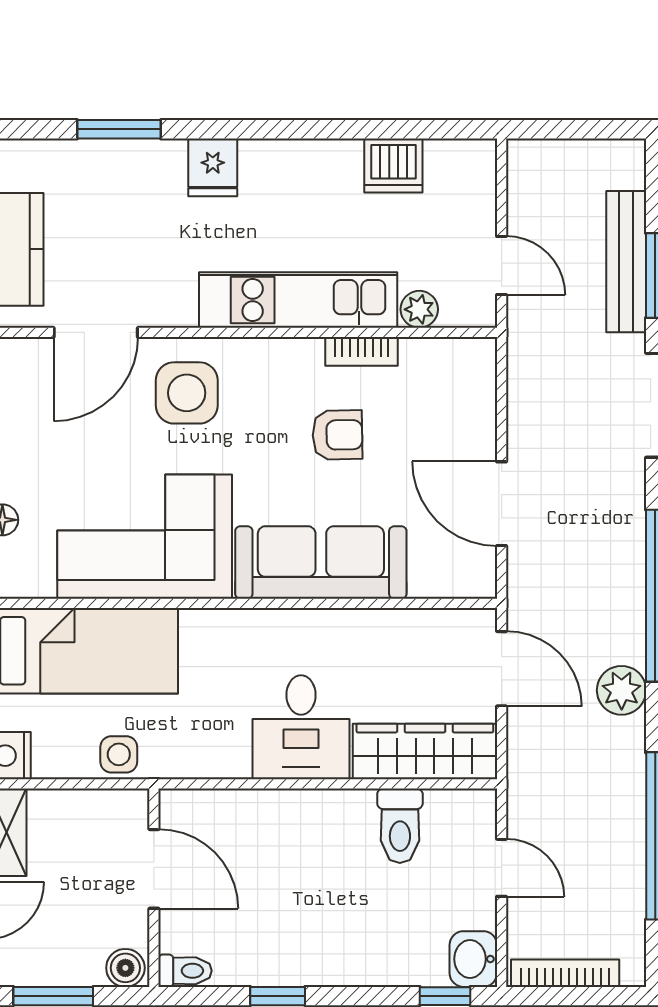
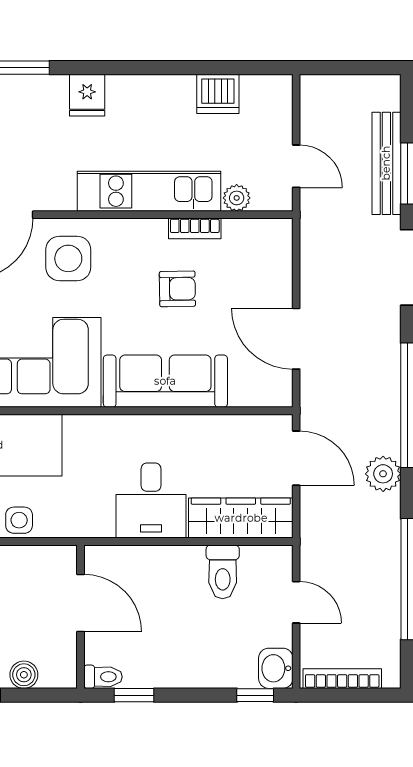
door: (154, 869) -> (80, 603), moved
wall: (154, 888) -> (80, 617), moved
toilet: (185, 971) -> (103, 677), moved

